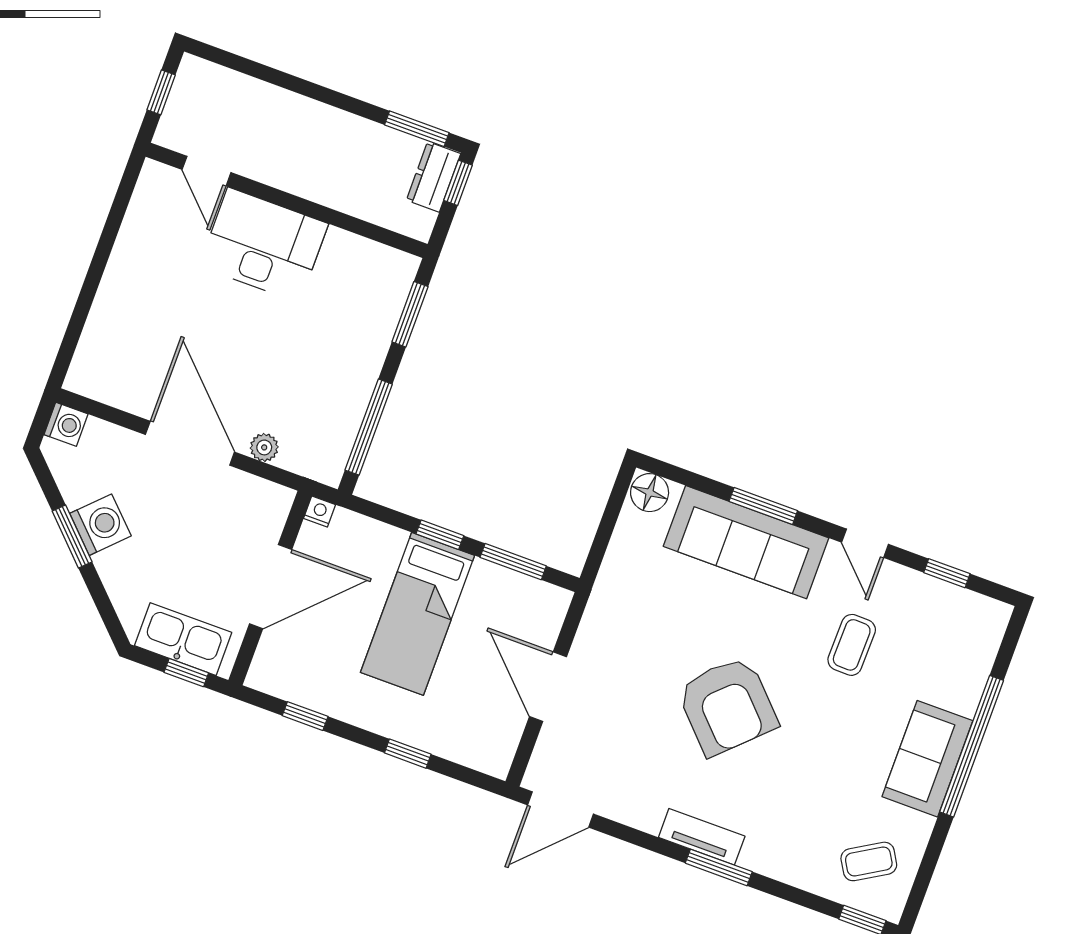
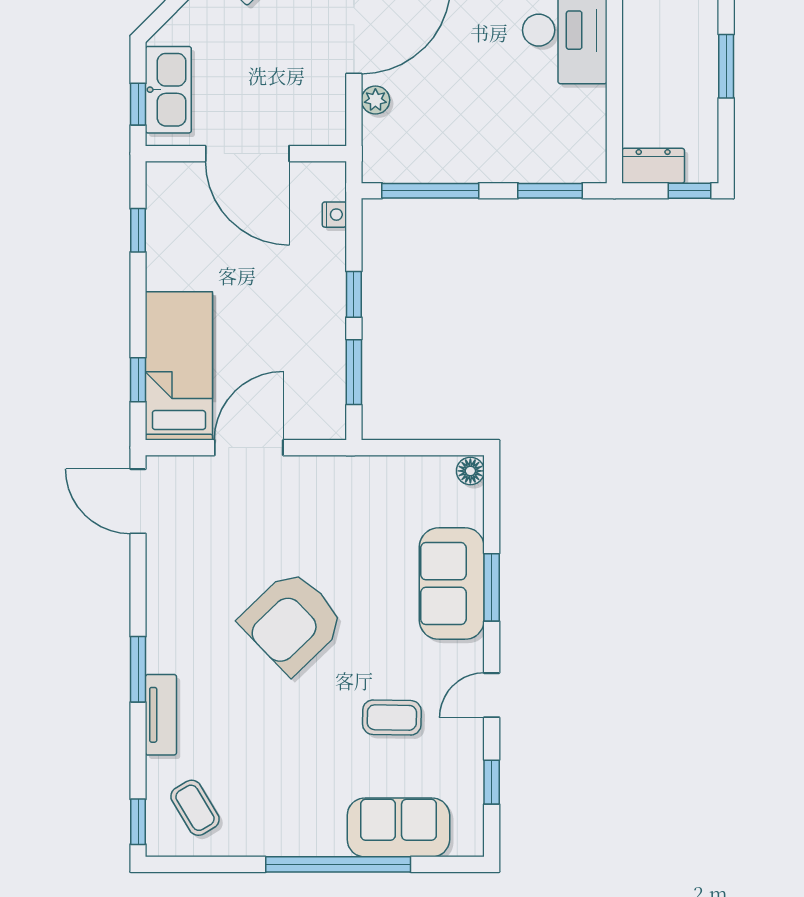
window: (417, 129) -> (726, 66), moved
dresser: (433, 177) -> (653, 166), moved
floor lamp: (650, 493) -> (470, 471), width x0.73, depth x0.73
nightstand: (320, 512) -> (334, 215), moved
sofa: (746, 542) -> (452, 584), width x0.73
bed: (418, 614) -> (179, 366), moved, turned 90
window: (408, 754) -> (138, 380), moved
sofa: (927, 759) -> (398, 827), moved
tv unit: (702, 837) -> (161, 715), moved

